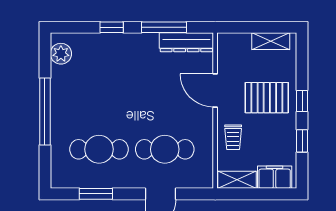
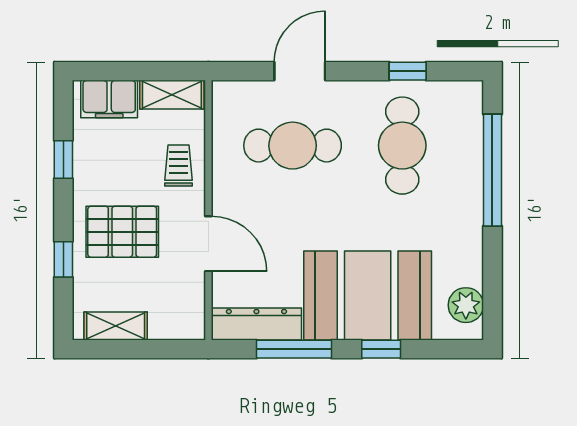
booth: (120, 59) -> (368, 295), added
window: (302, 101) -> (63, 259), moved
window: (45, 112) -> (492, 170), moved
cafe table: (99, 149) -> (402, 146), turned 90
window: (96, 194) -> (408, 71), width x0.67

